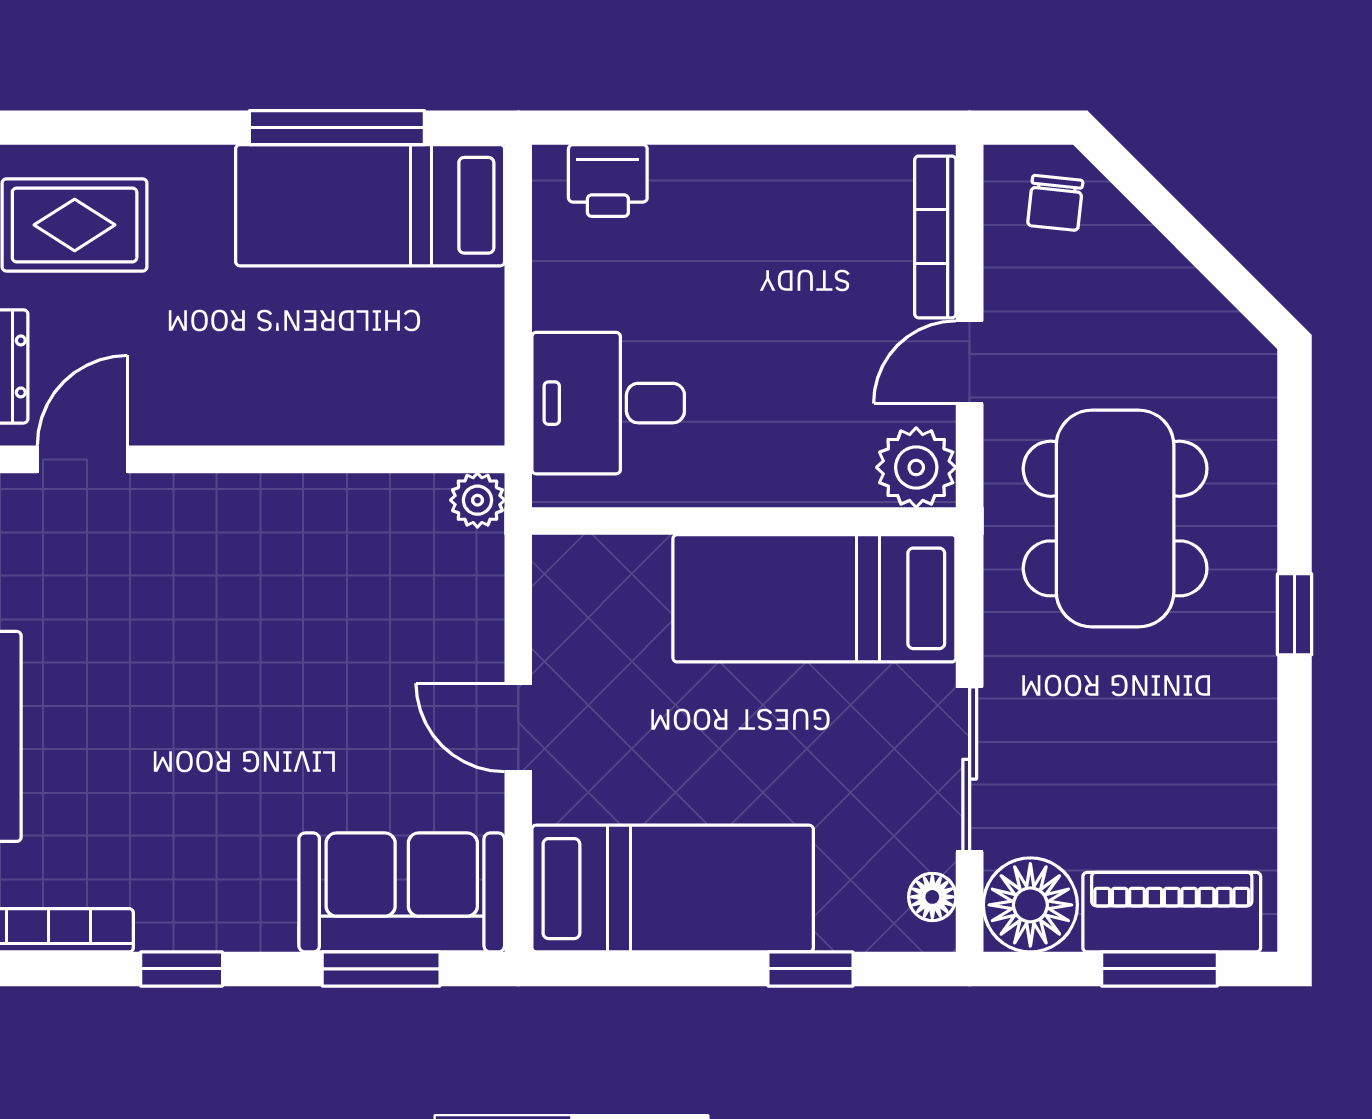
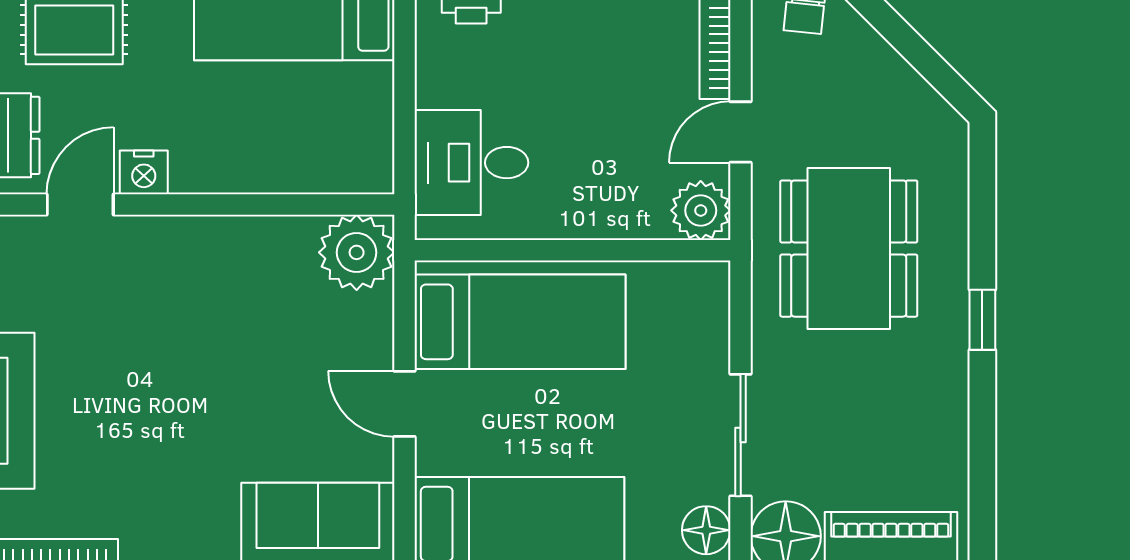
nightstand: (168, 416) -> (144, 172), added
plant: (477, 500) -> (357, 252), width x1.88, depth x1.88
bed: (814, 598) -> (520, 322), moved, turned 180
floor lamp: (932, 897) -> (706, 530), width x1.37, depth x1.37

